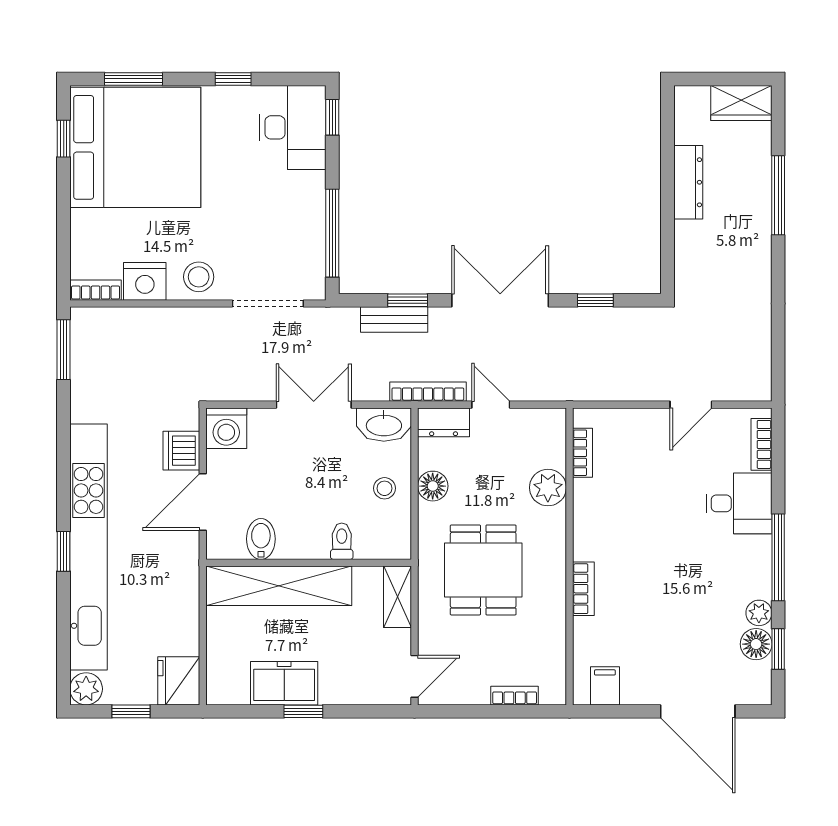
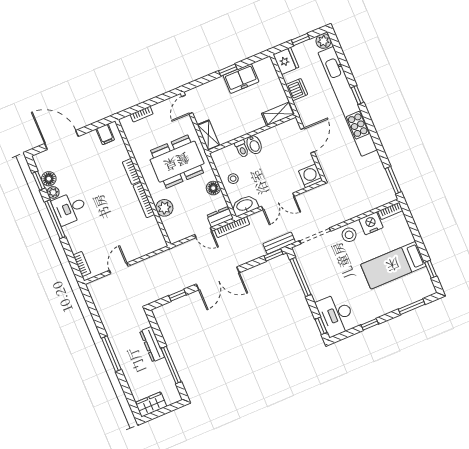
bed: (135, 147) -> (393, 265), width x0.49
window: (667, 165) -> (171, 365), added
dresser: (688, 182) -> (152, 344), moved
window: (778, 195) -> (111, 354), moved
window: (408, 300) -> (274, 255), moved
bench: (394, 319) -> (279, 243), moved
dishwasher: (181, 451) -> (297, 90), moved
bookcase: (582, 453) -> (144, 200), moved, width x1.56
desk: (739, 503) -> (70, 208), moved
bidet: (261, 539) -> (254, 145), moved
dining table: (483, 570) -> (177, 162), width x1.38
shelving: (279, 586) -> (278, 114), width x0.45, depth x0.75

